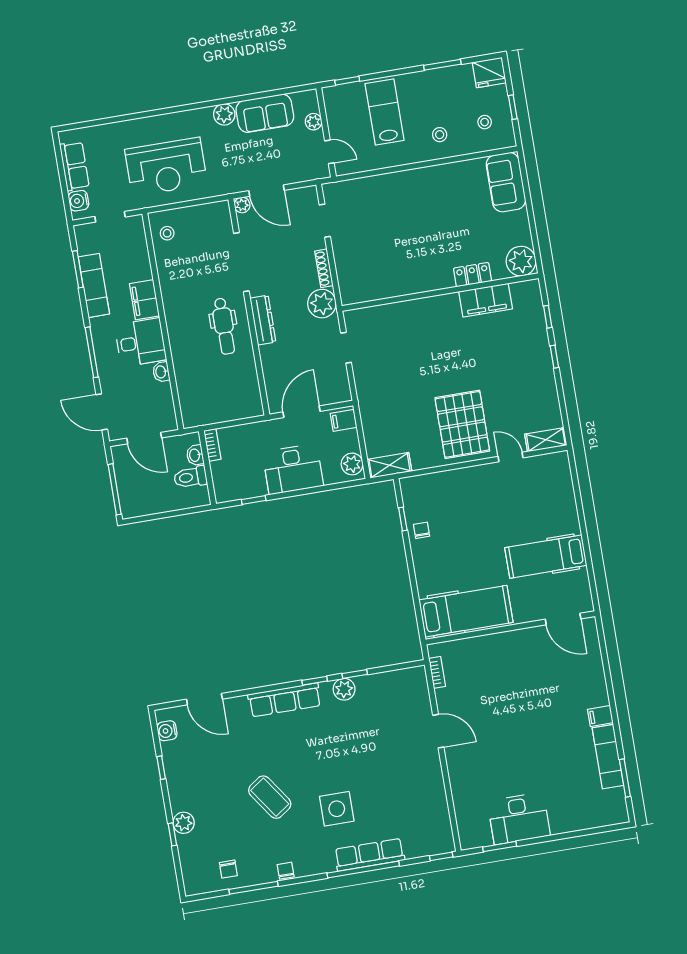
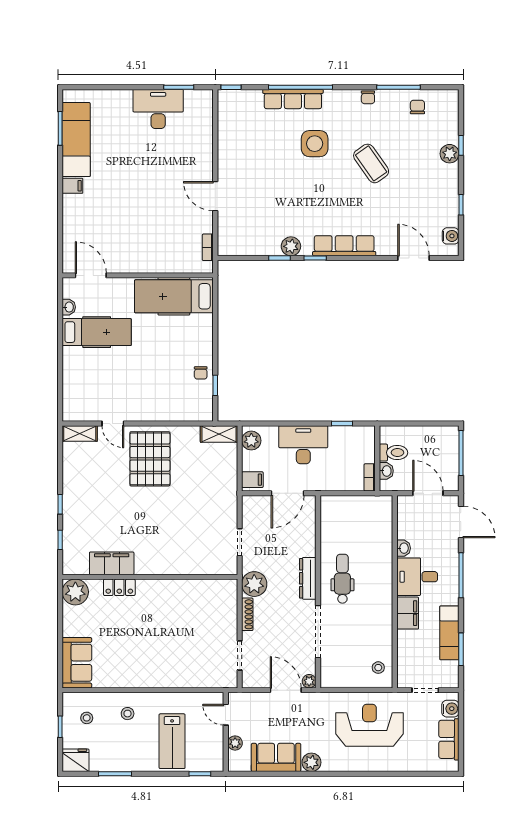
washbasin: (582, 579) -> (69, 307), added
exam couch: (608, 757) -> (76, 140), width x1.36, depth x1.45

